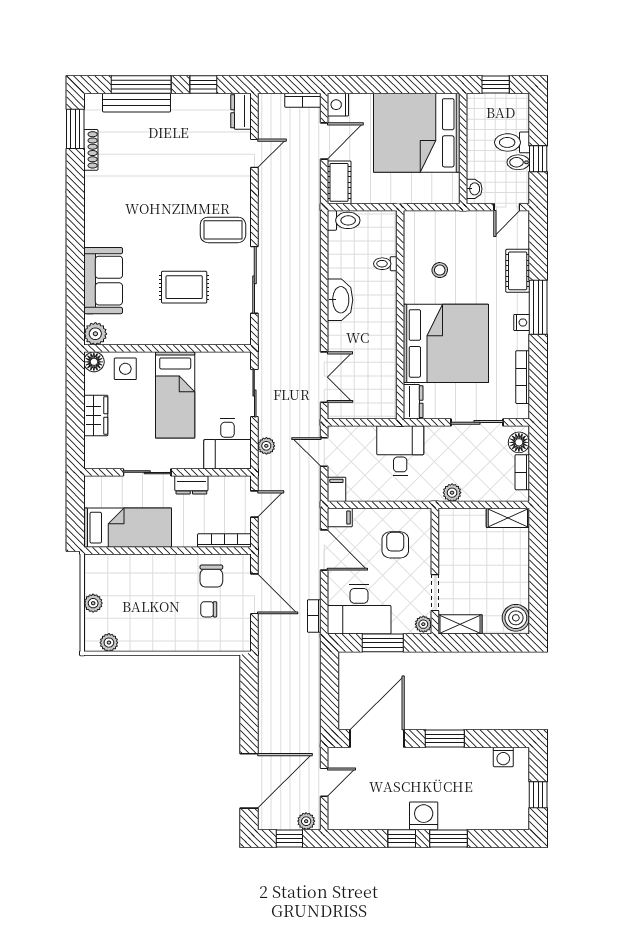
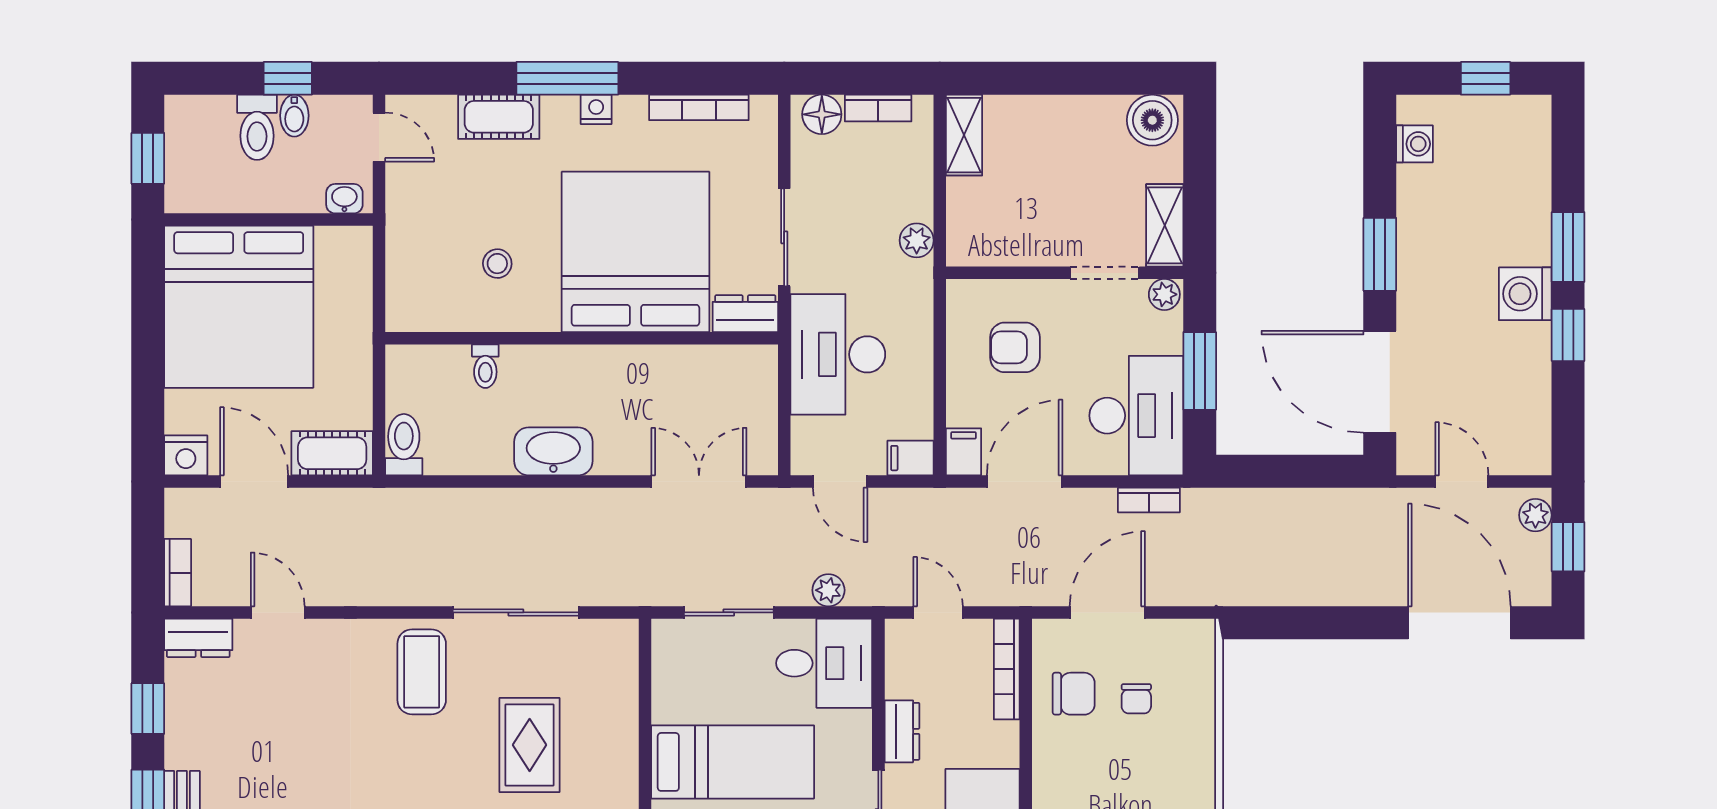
bookcase: (303, 100) -> (178, 573), moved
sliding door: (477, 422) -> (784, 237), moved
desk: (400, 451) -> (838, 354), width x1.37
door: (324, 452) -> (840, 482), hinge flipped

